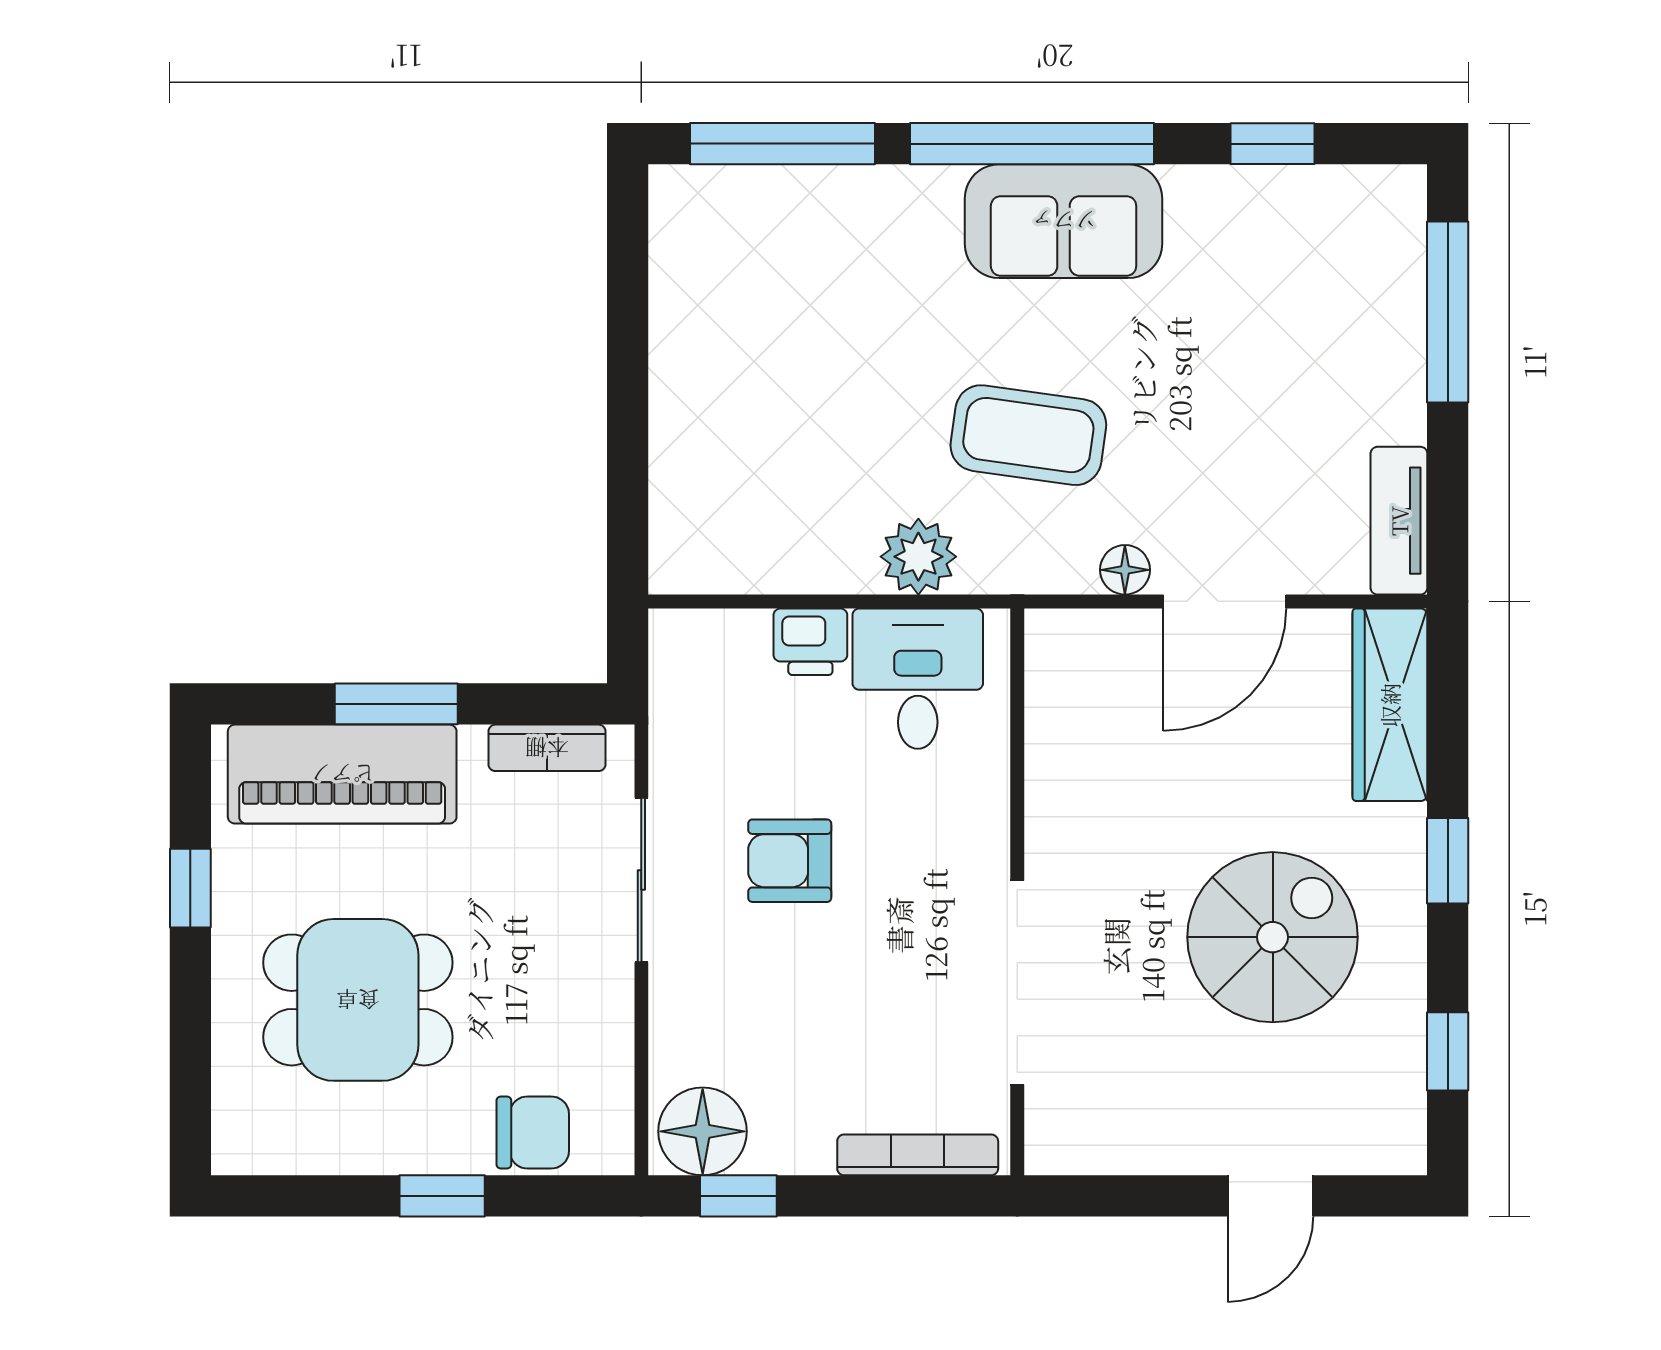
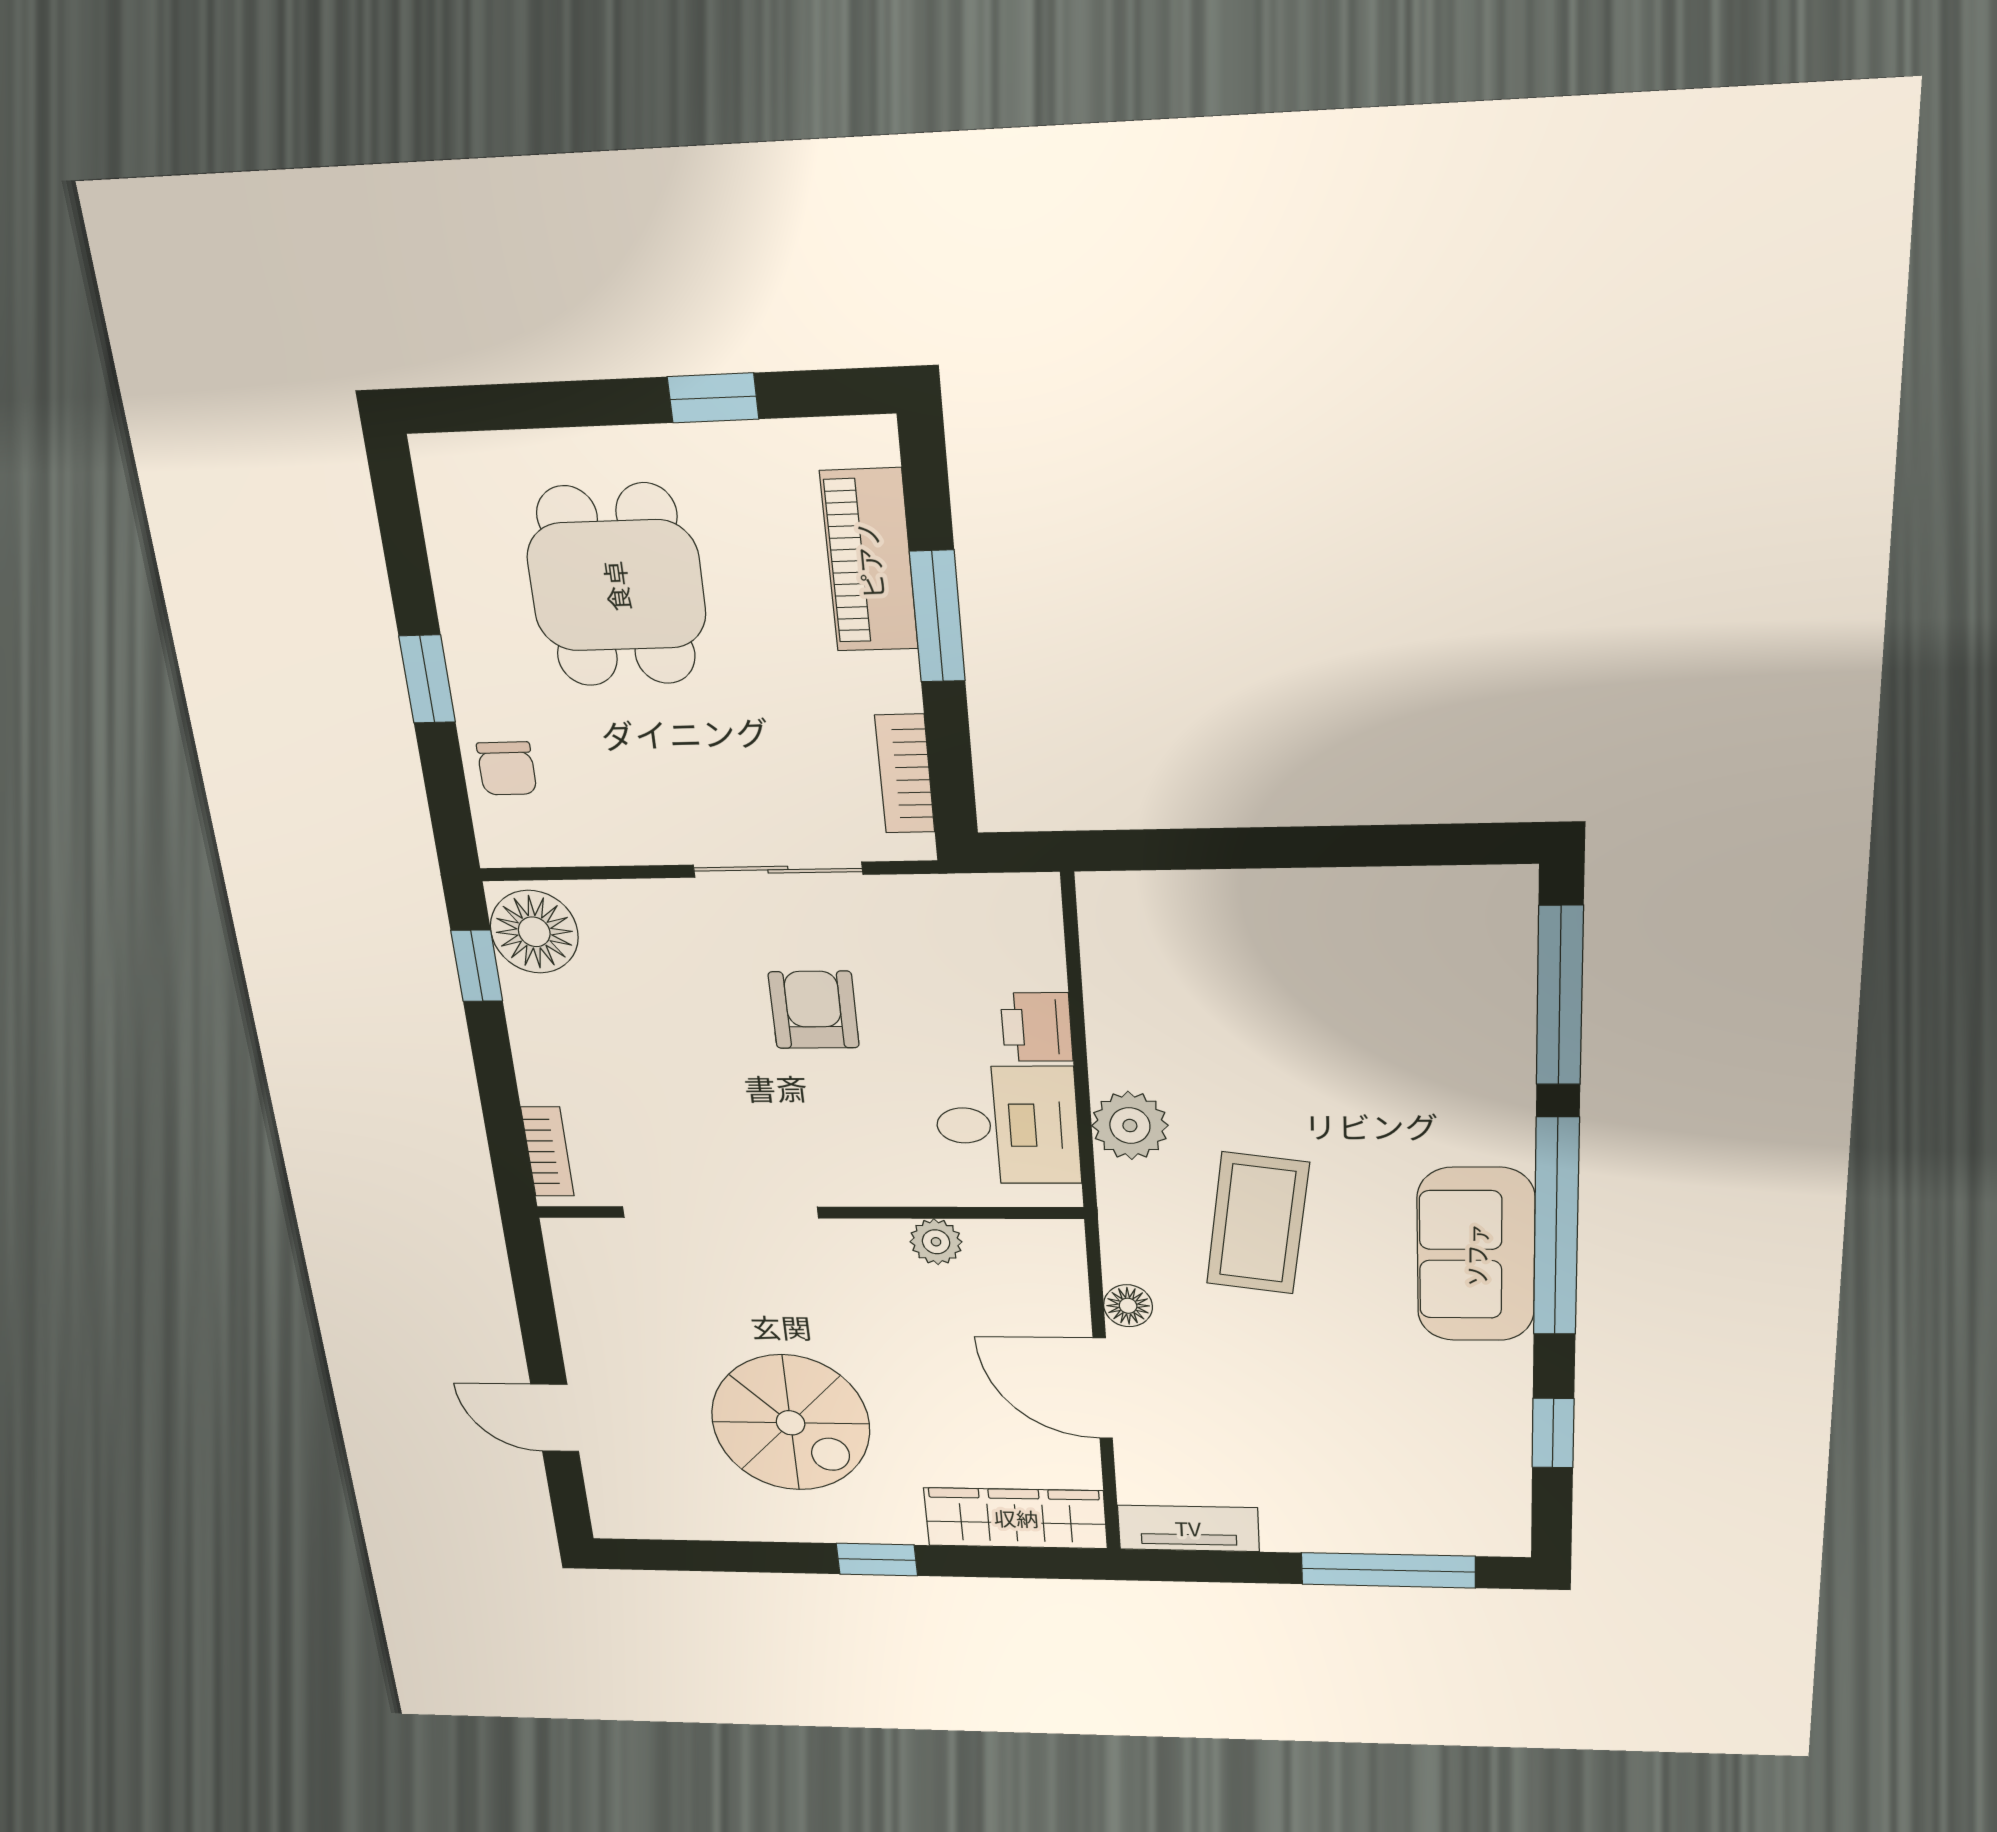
plant: (1051, 762) -> (936, 1242), added
piano: (342, 774) -> (869, 560), width x0.73, depth x0.75
window: (1448, 1051) -> (706, 1556), removed
chair: (533, 1133) -> (507, 768), width x0.73, depth x0.73
bookcase: (918, 1155) -> (547, 1152), width x0.64

